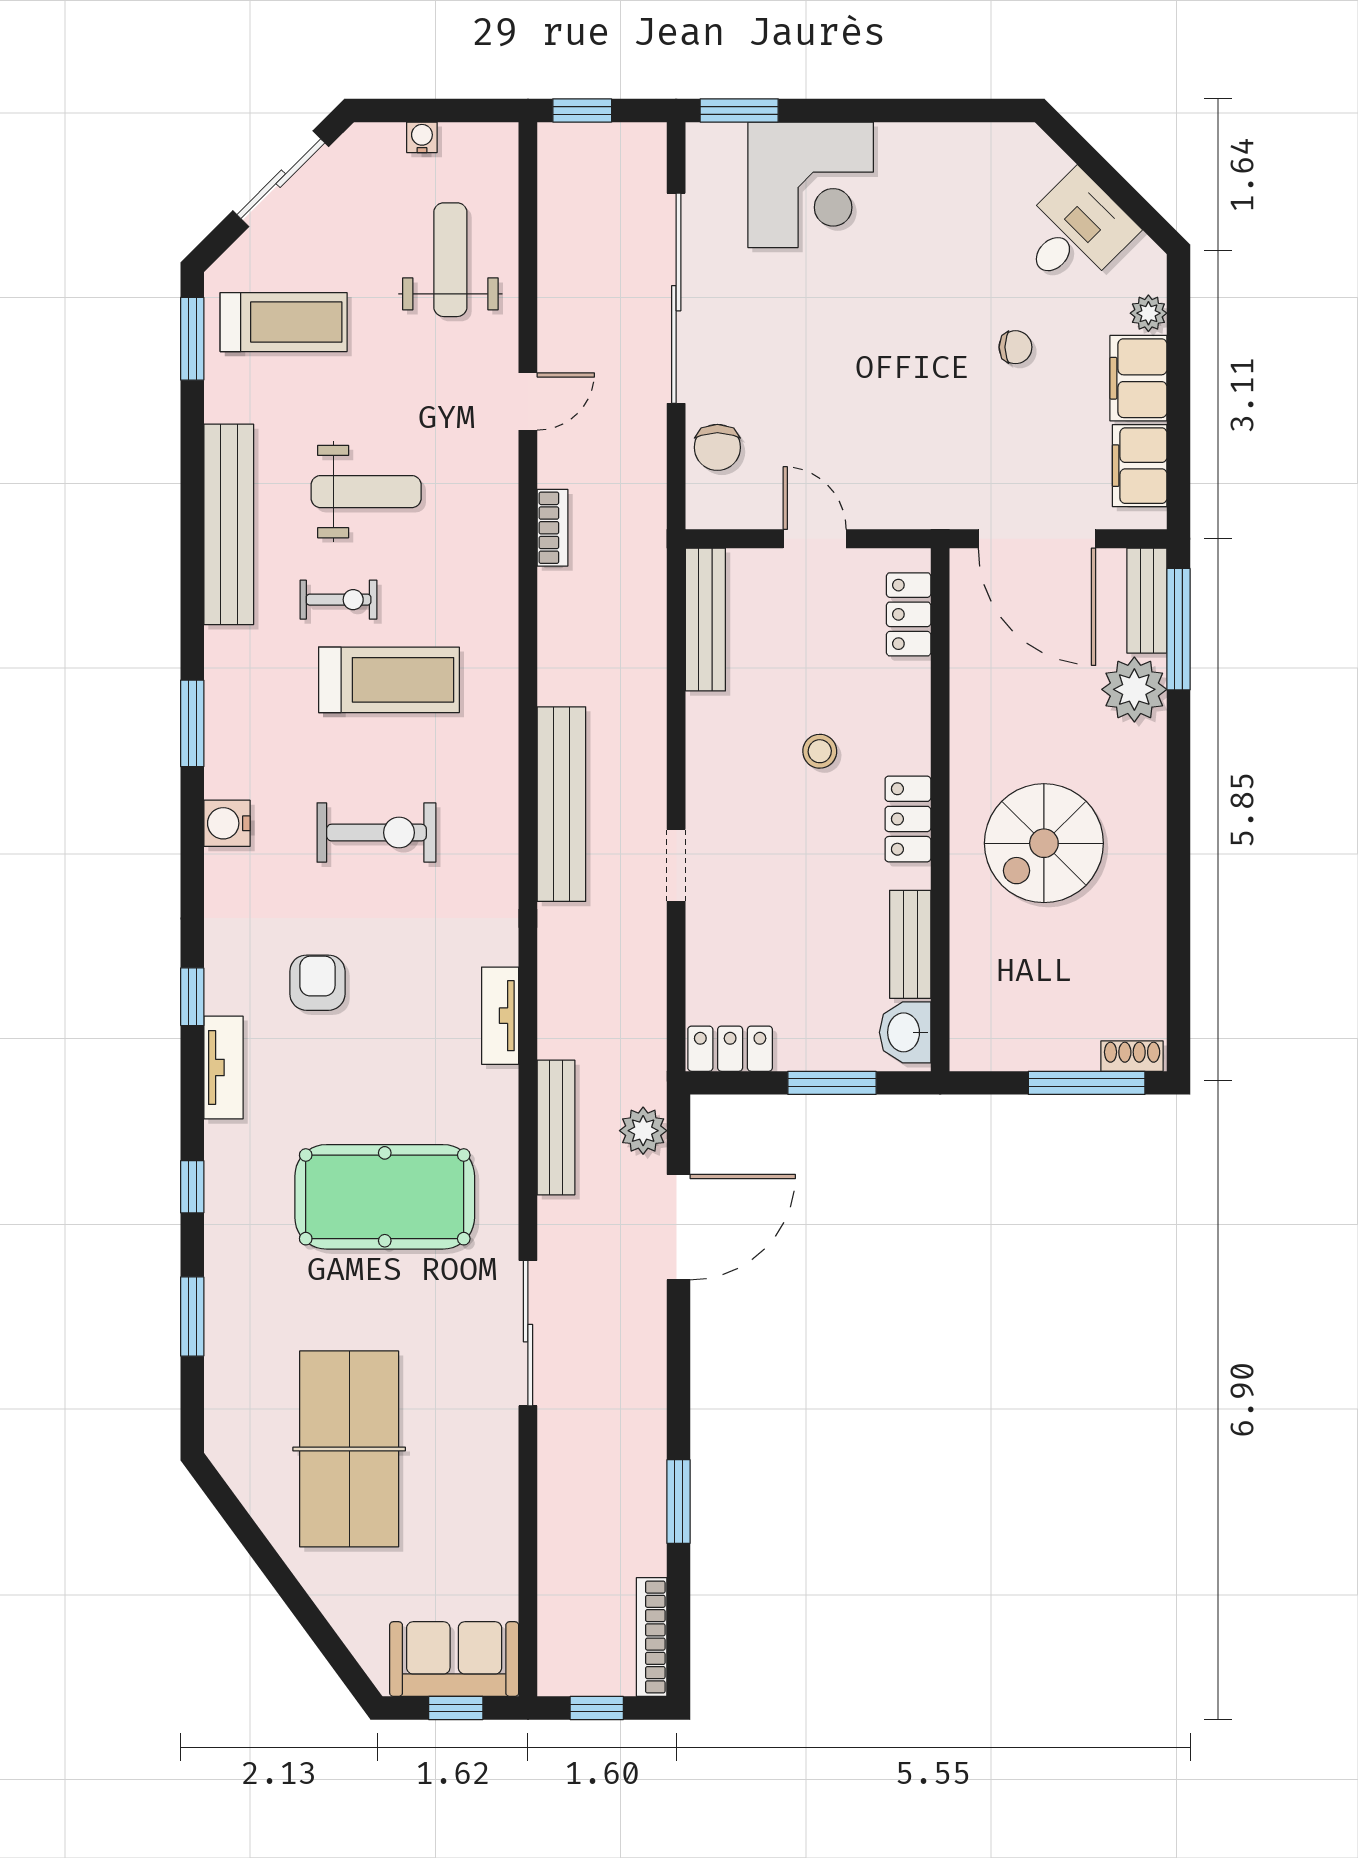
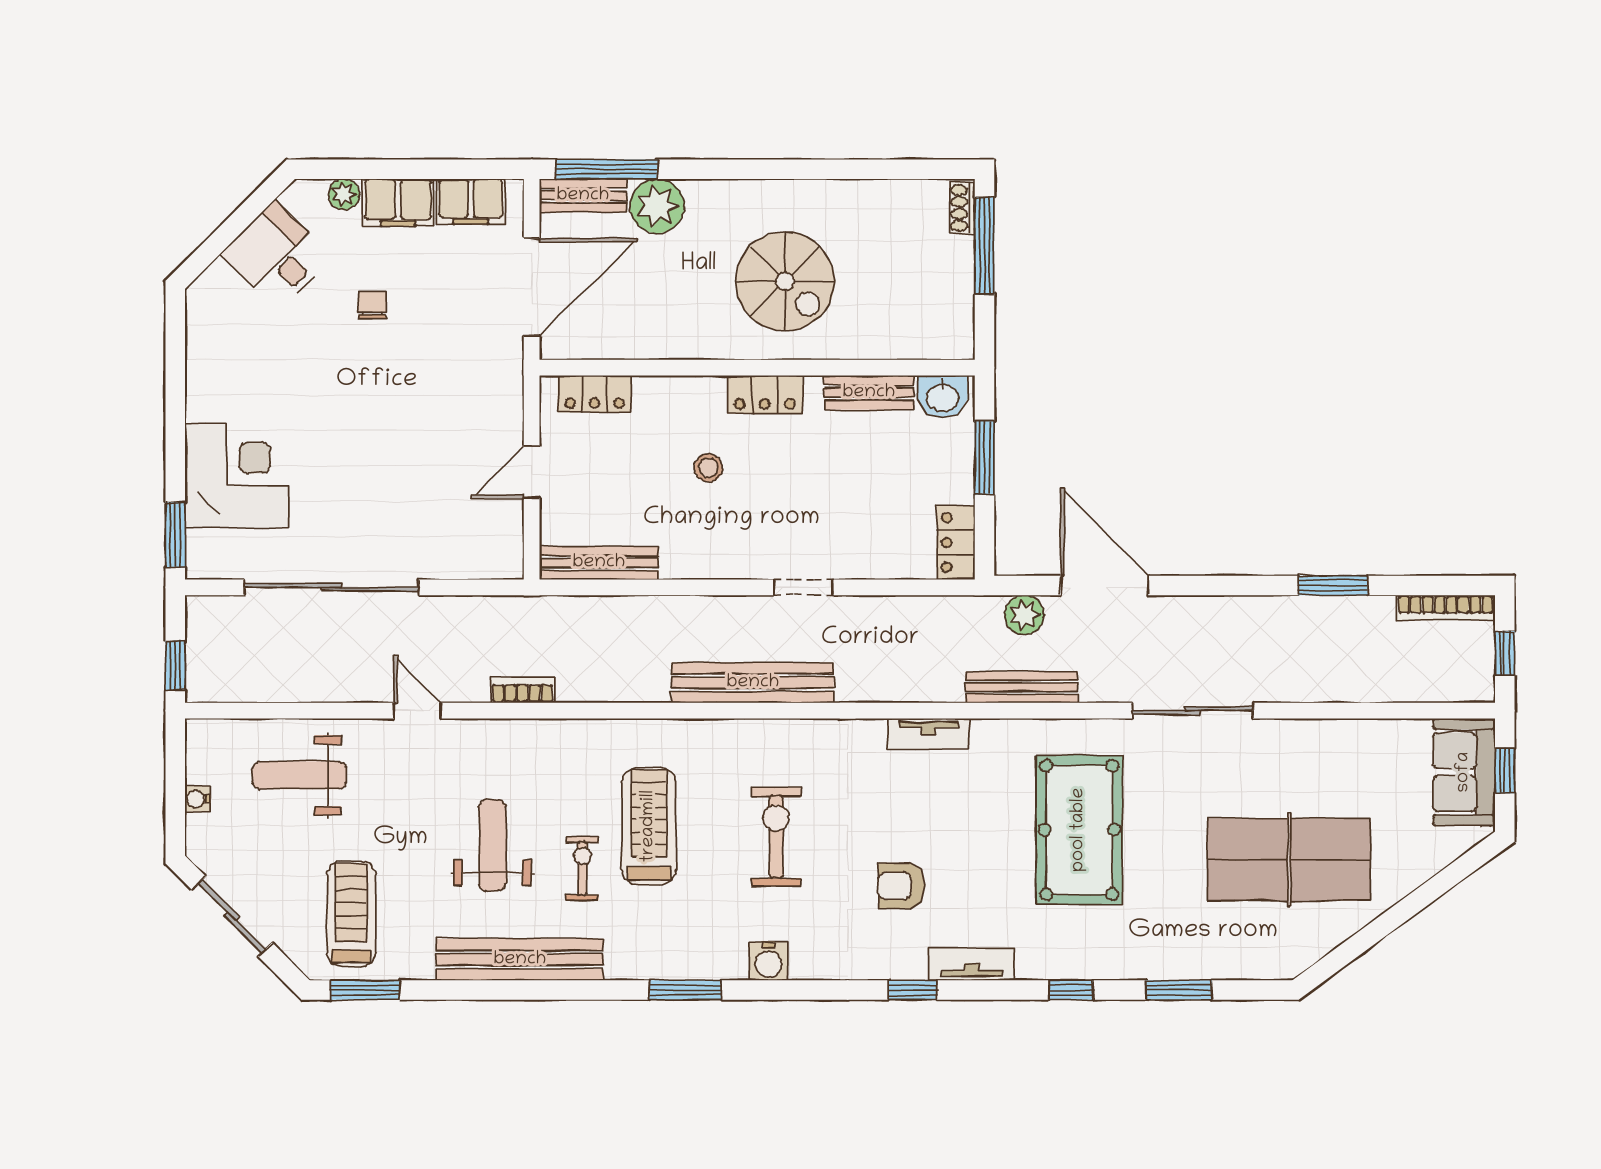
chair: (717, 447) -> (456, 553), removed

